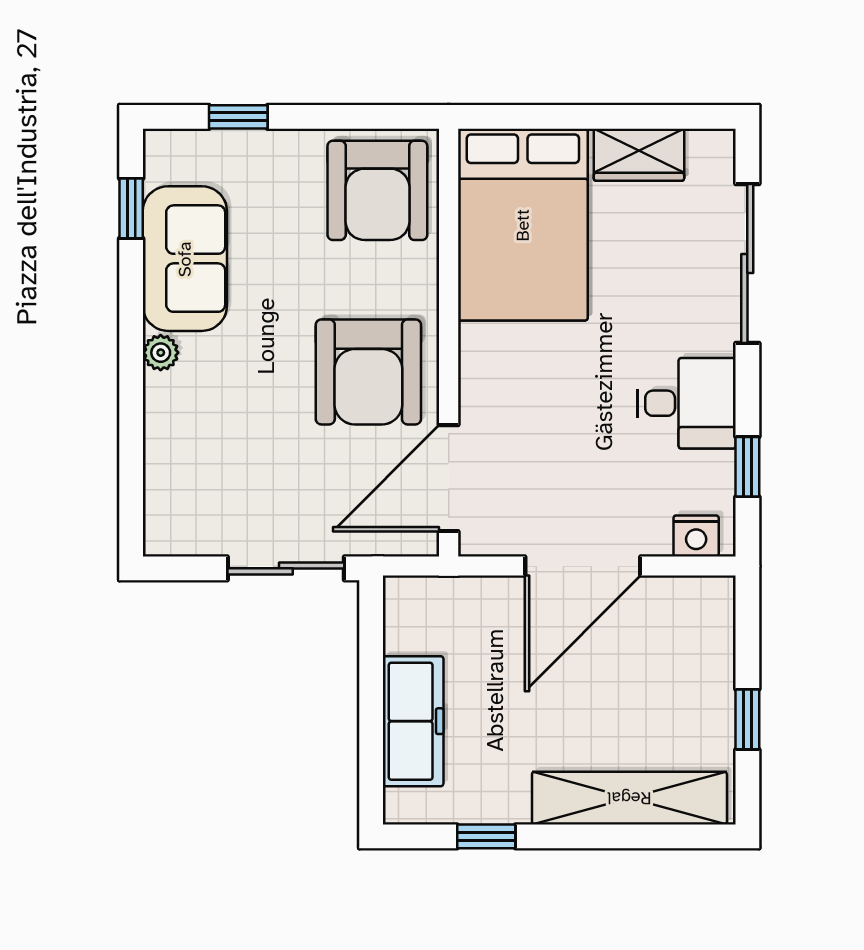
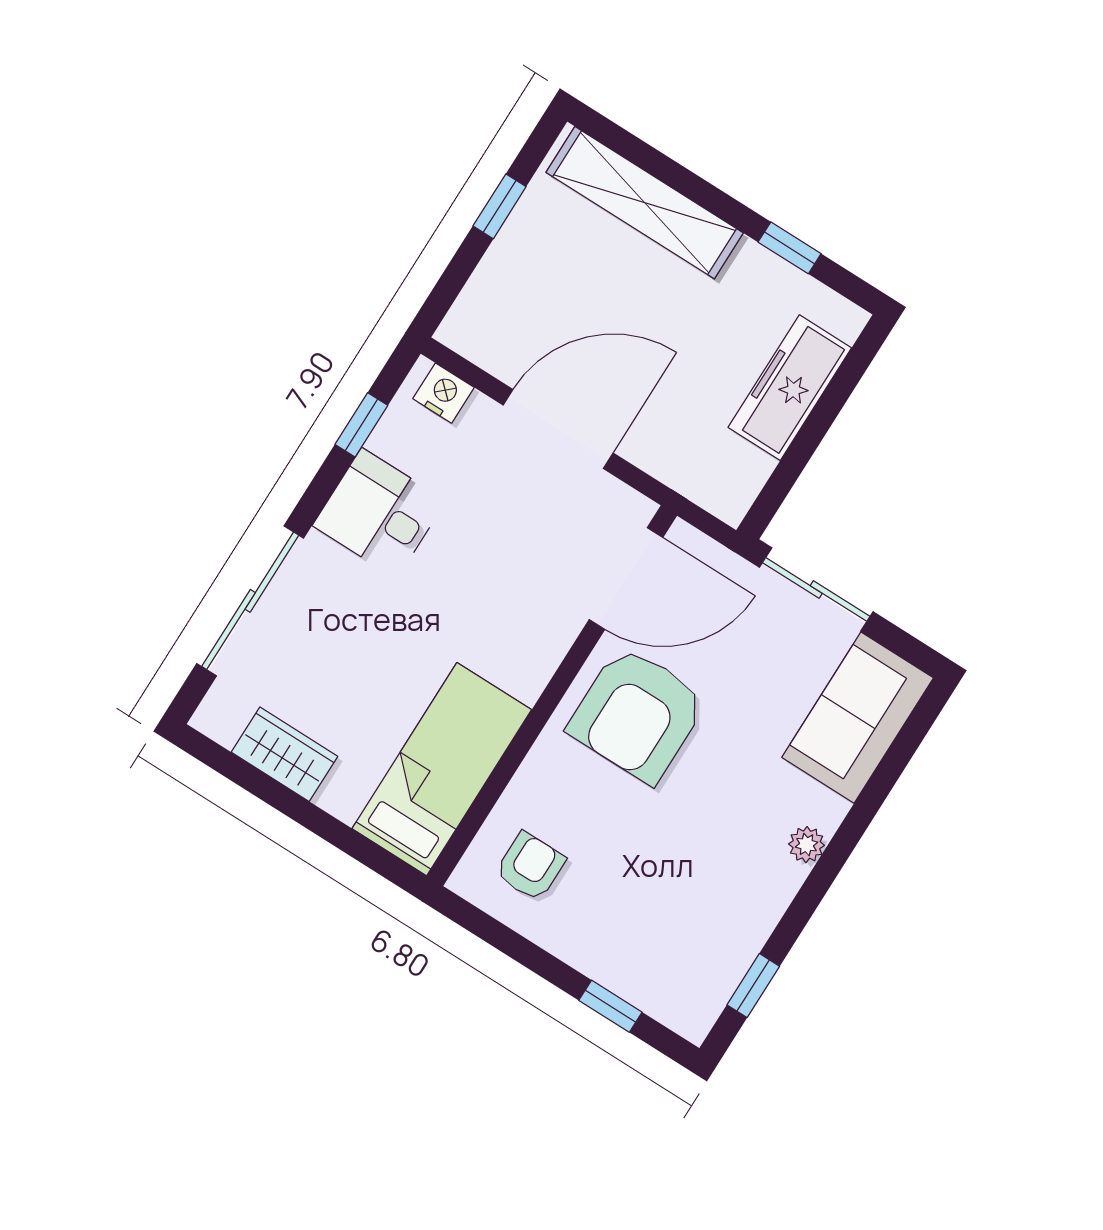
armchair: (377, 190) -> (530, 866), width x0.53, depth x0.53
bed: (523, 225) -> (442, 769), width x0.67
sofa: (185, 259) -> (858, 718), moved
armchair: (368, 372) -> (637, 714), turned 180

